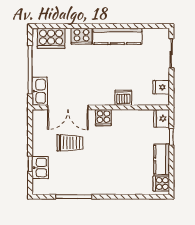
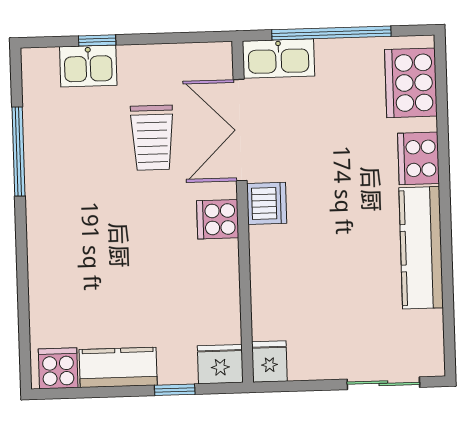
fridge: (161, 87) -> (269, 362), moved
dishwasher: (123, 98) -> (267, 203), moved

